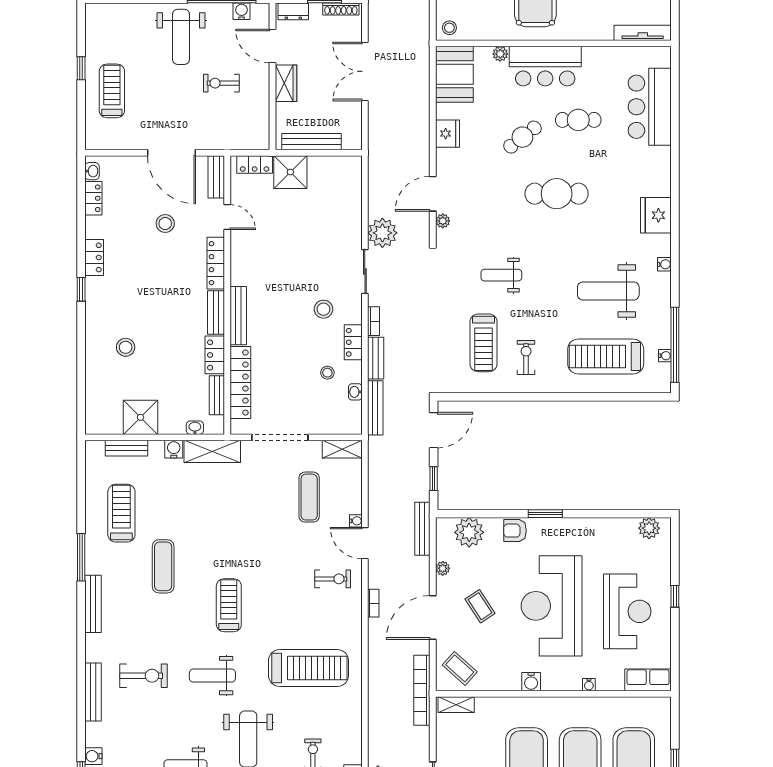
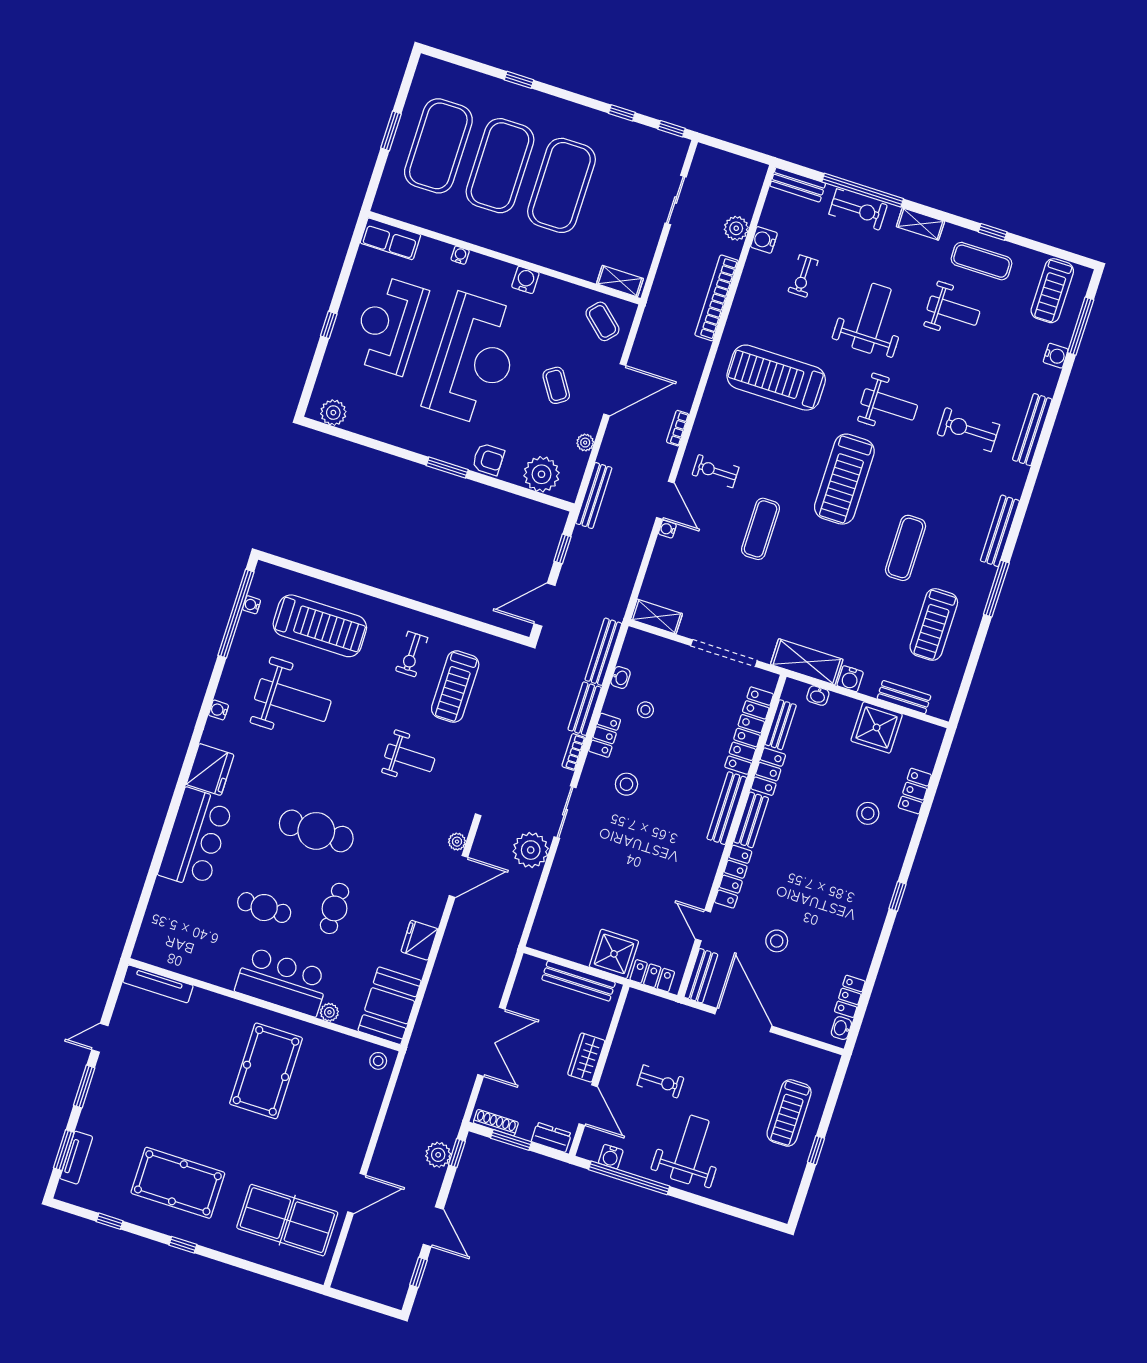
bar counter: (650, 107) -> (196, 838), moved
cafe table: (522, 137) -> (335, 908), turned -52
locker: (94, 257) -> (915, 791), moved
treadmill: (484, 343) -> (455, 687), turned 180
exercise mat: (309, 497) -> (761, 529), moved
treadmill: (229, 605) -> (844, 479), width x1.37, depth x1.38
bookcase: (422, 690) -> (717, 298), moved, turned 180

